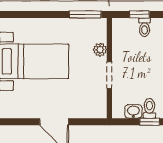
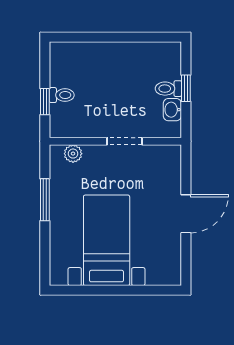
window: (85, 14) -> (45, 200), moved
plant: (100, 50) -> (73, 154), moved

